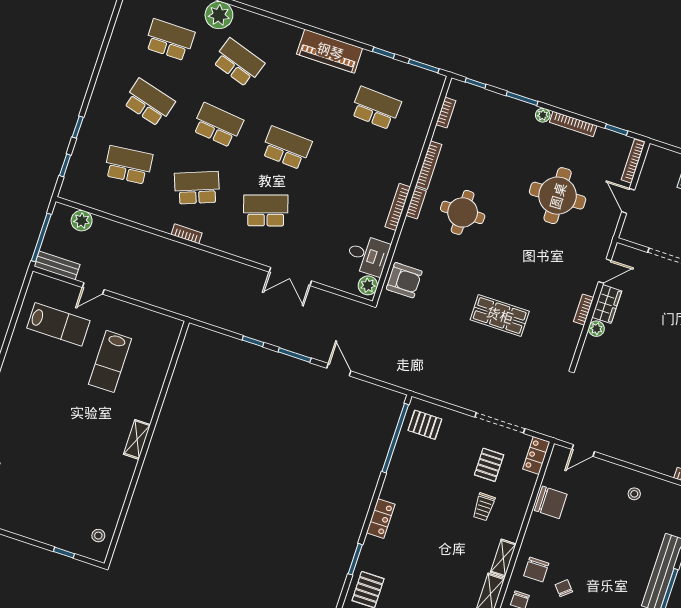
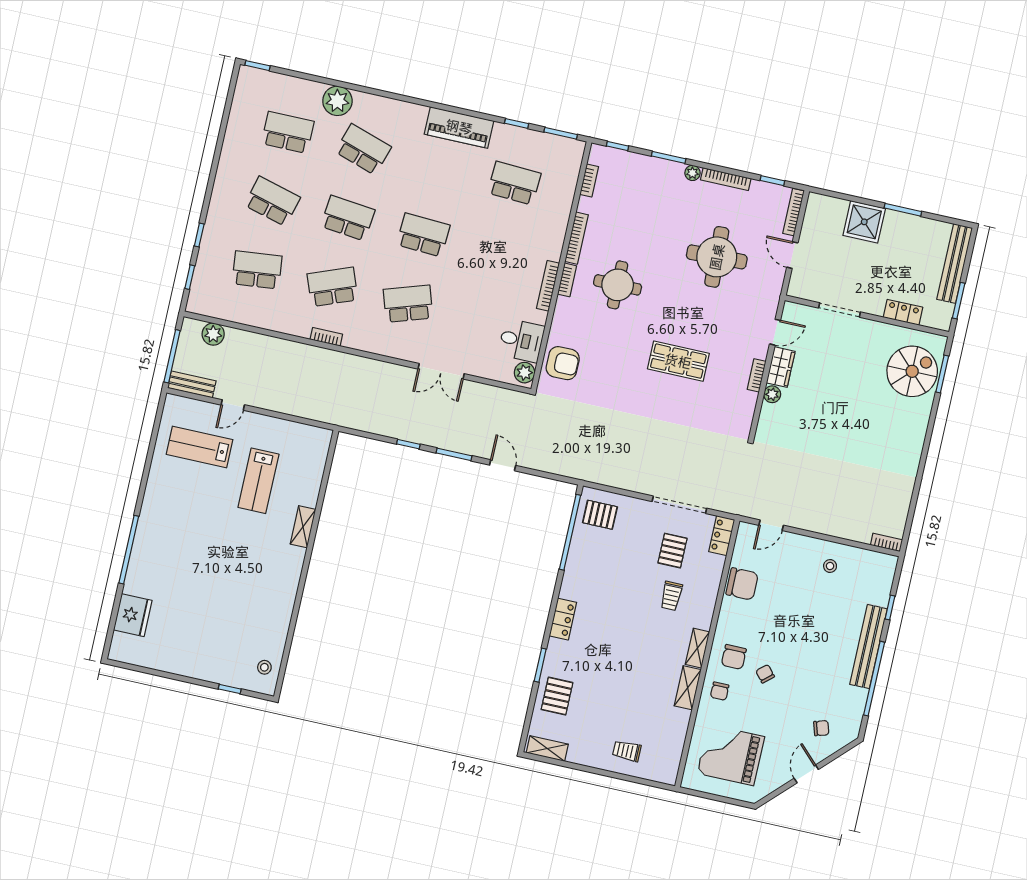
shop shelf: (500, 315) -> (678, 361), moved
lab bench: (58, 324) -> (199, 447), turned 180
shelving: (137, 439) -> (303, 527), moved

